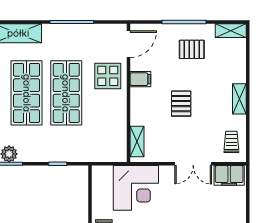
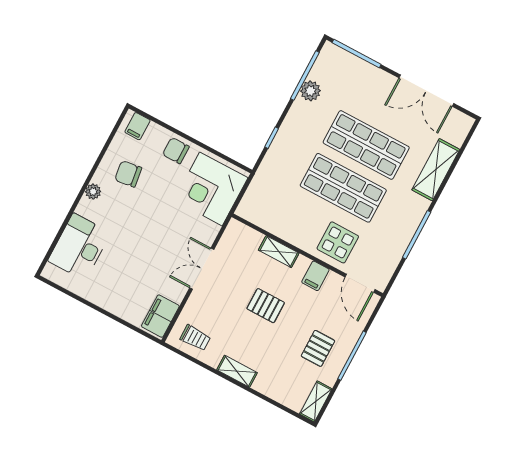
shelving: (137, 142) -> (279, 252), moved
double door: (193, 164) -> (202, 269), moved
corner desk: (136, 188) -> (211, 189), moved

